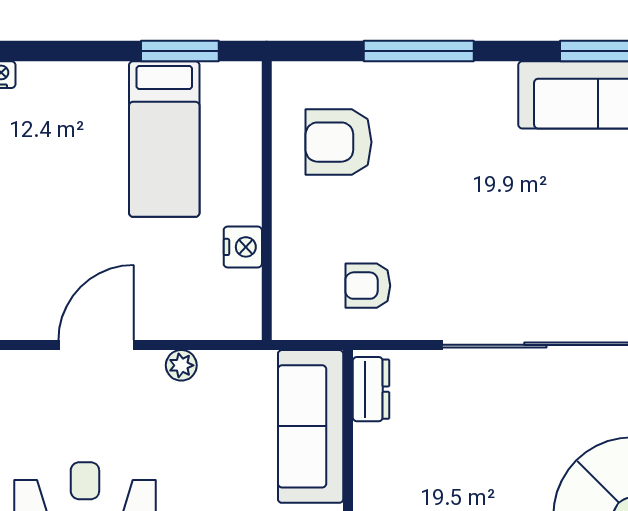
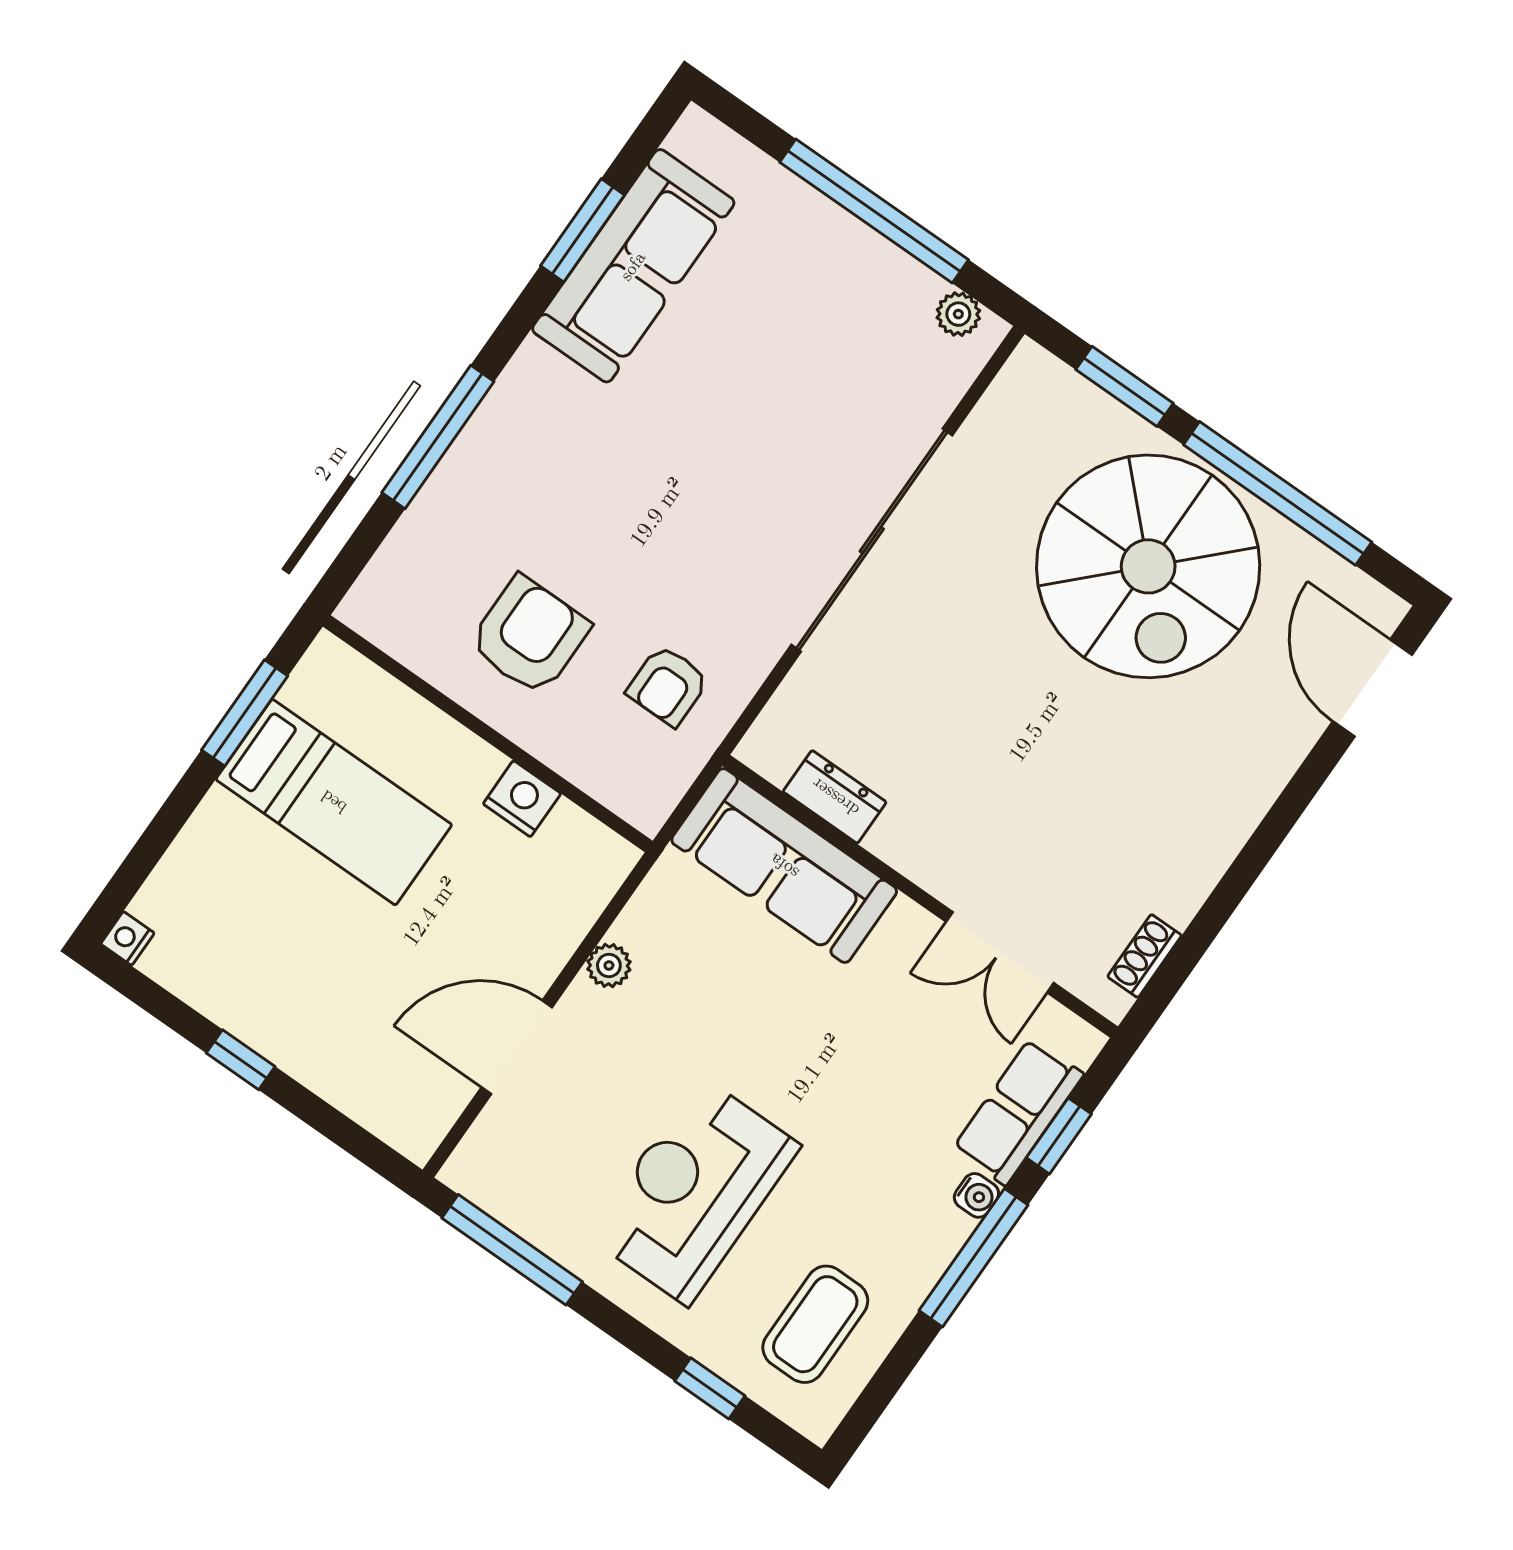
armchair: (339, 142) -> (529, 636), moved, turned 180
door: (96, 345) -> (517, 1047), hinge flipped
dresser: (371, 389) -> (835, 797), moved

